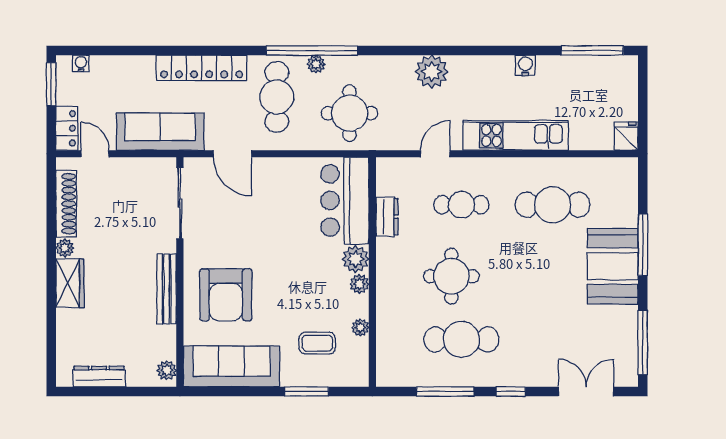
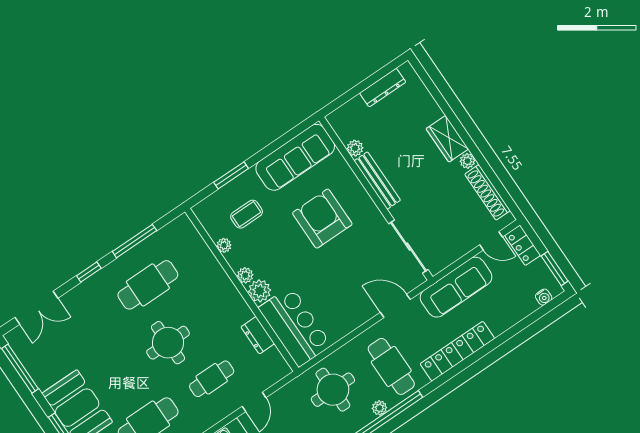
round table: (451, 276) -> (168, 343), moved
armchair: (226, 295) -> (322, 219), moved
plant: (167, 370) -> (355, 148), moved

